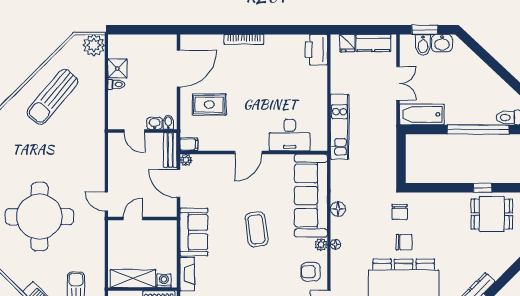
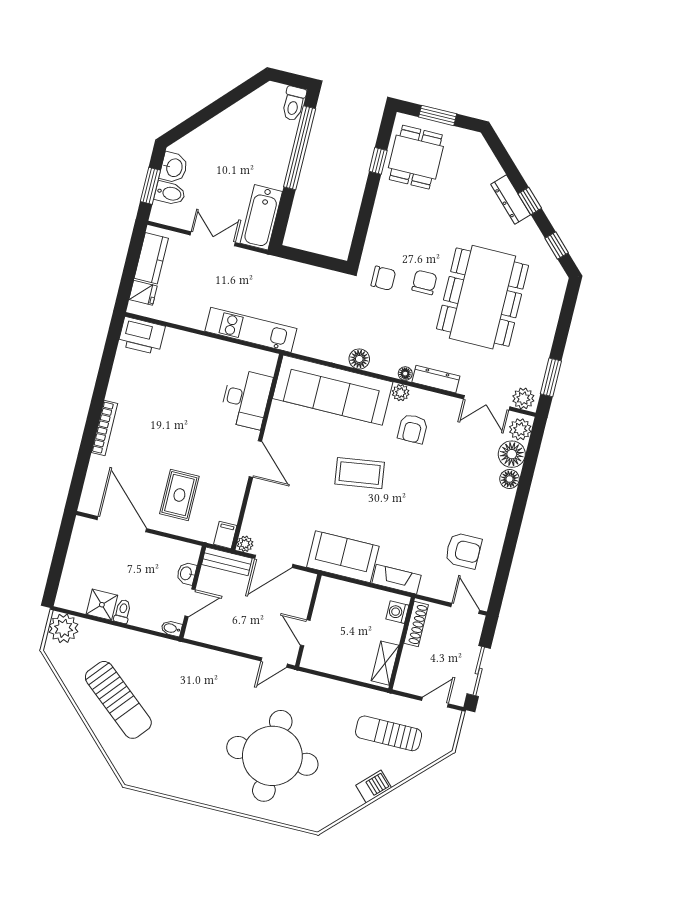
bidet: (168, 122) -> (172, 628), moved
dresser: (337, 267) -> (436, 379), added
armchair: (311, 272) -> (413, 429), moved
shelving: (133, 278) -> (385, 663), width x0.67, depth x0.75

